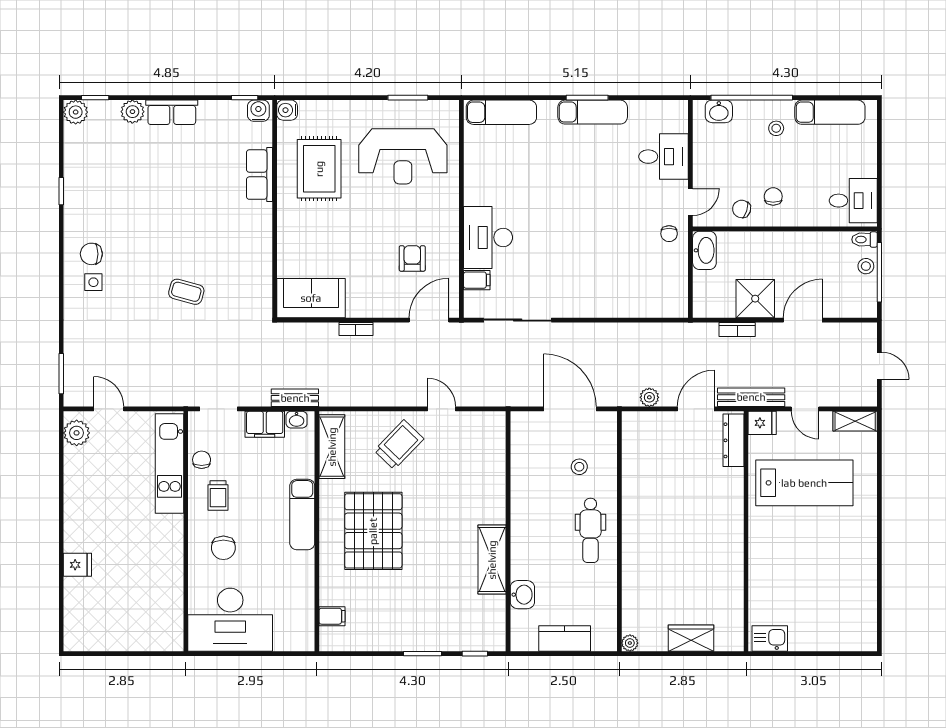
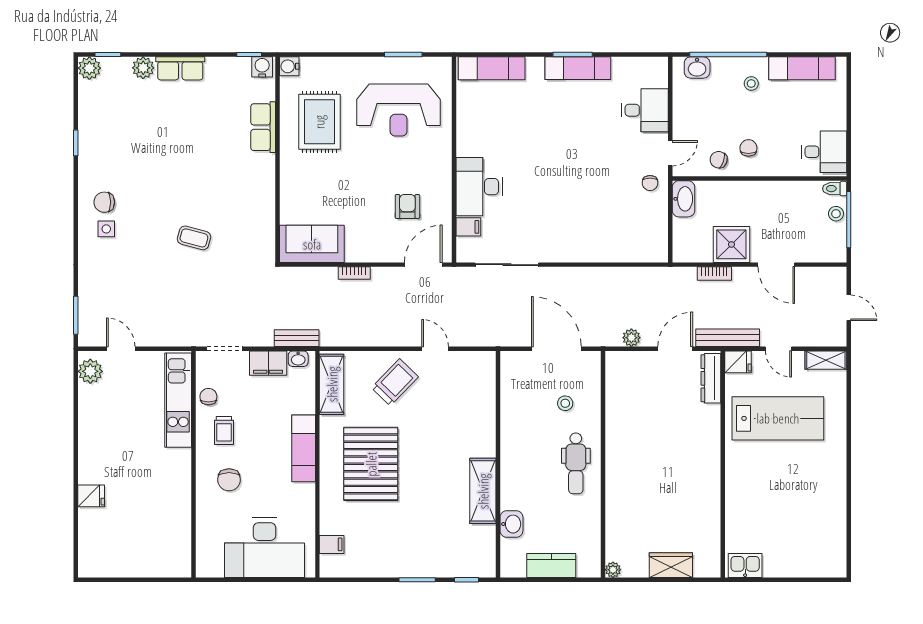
door: (803, 320) -> (776, 265), swing flipped
desk: (230, 620) -> (264, 548), moved

